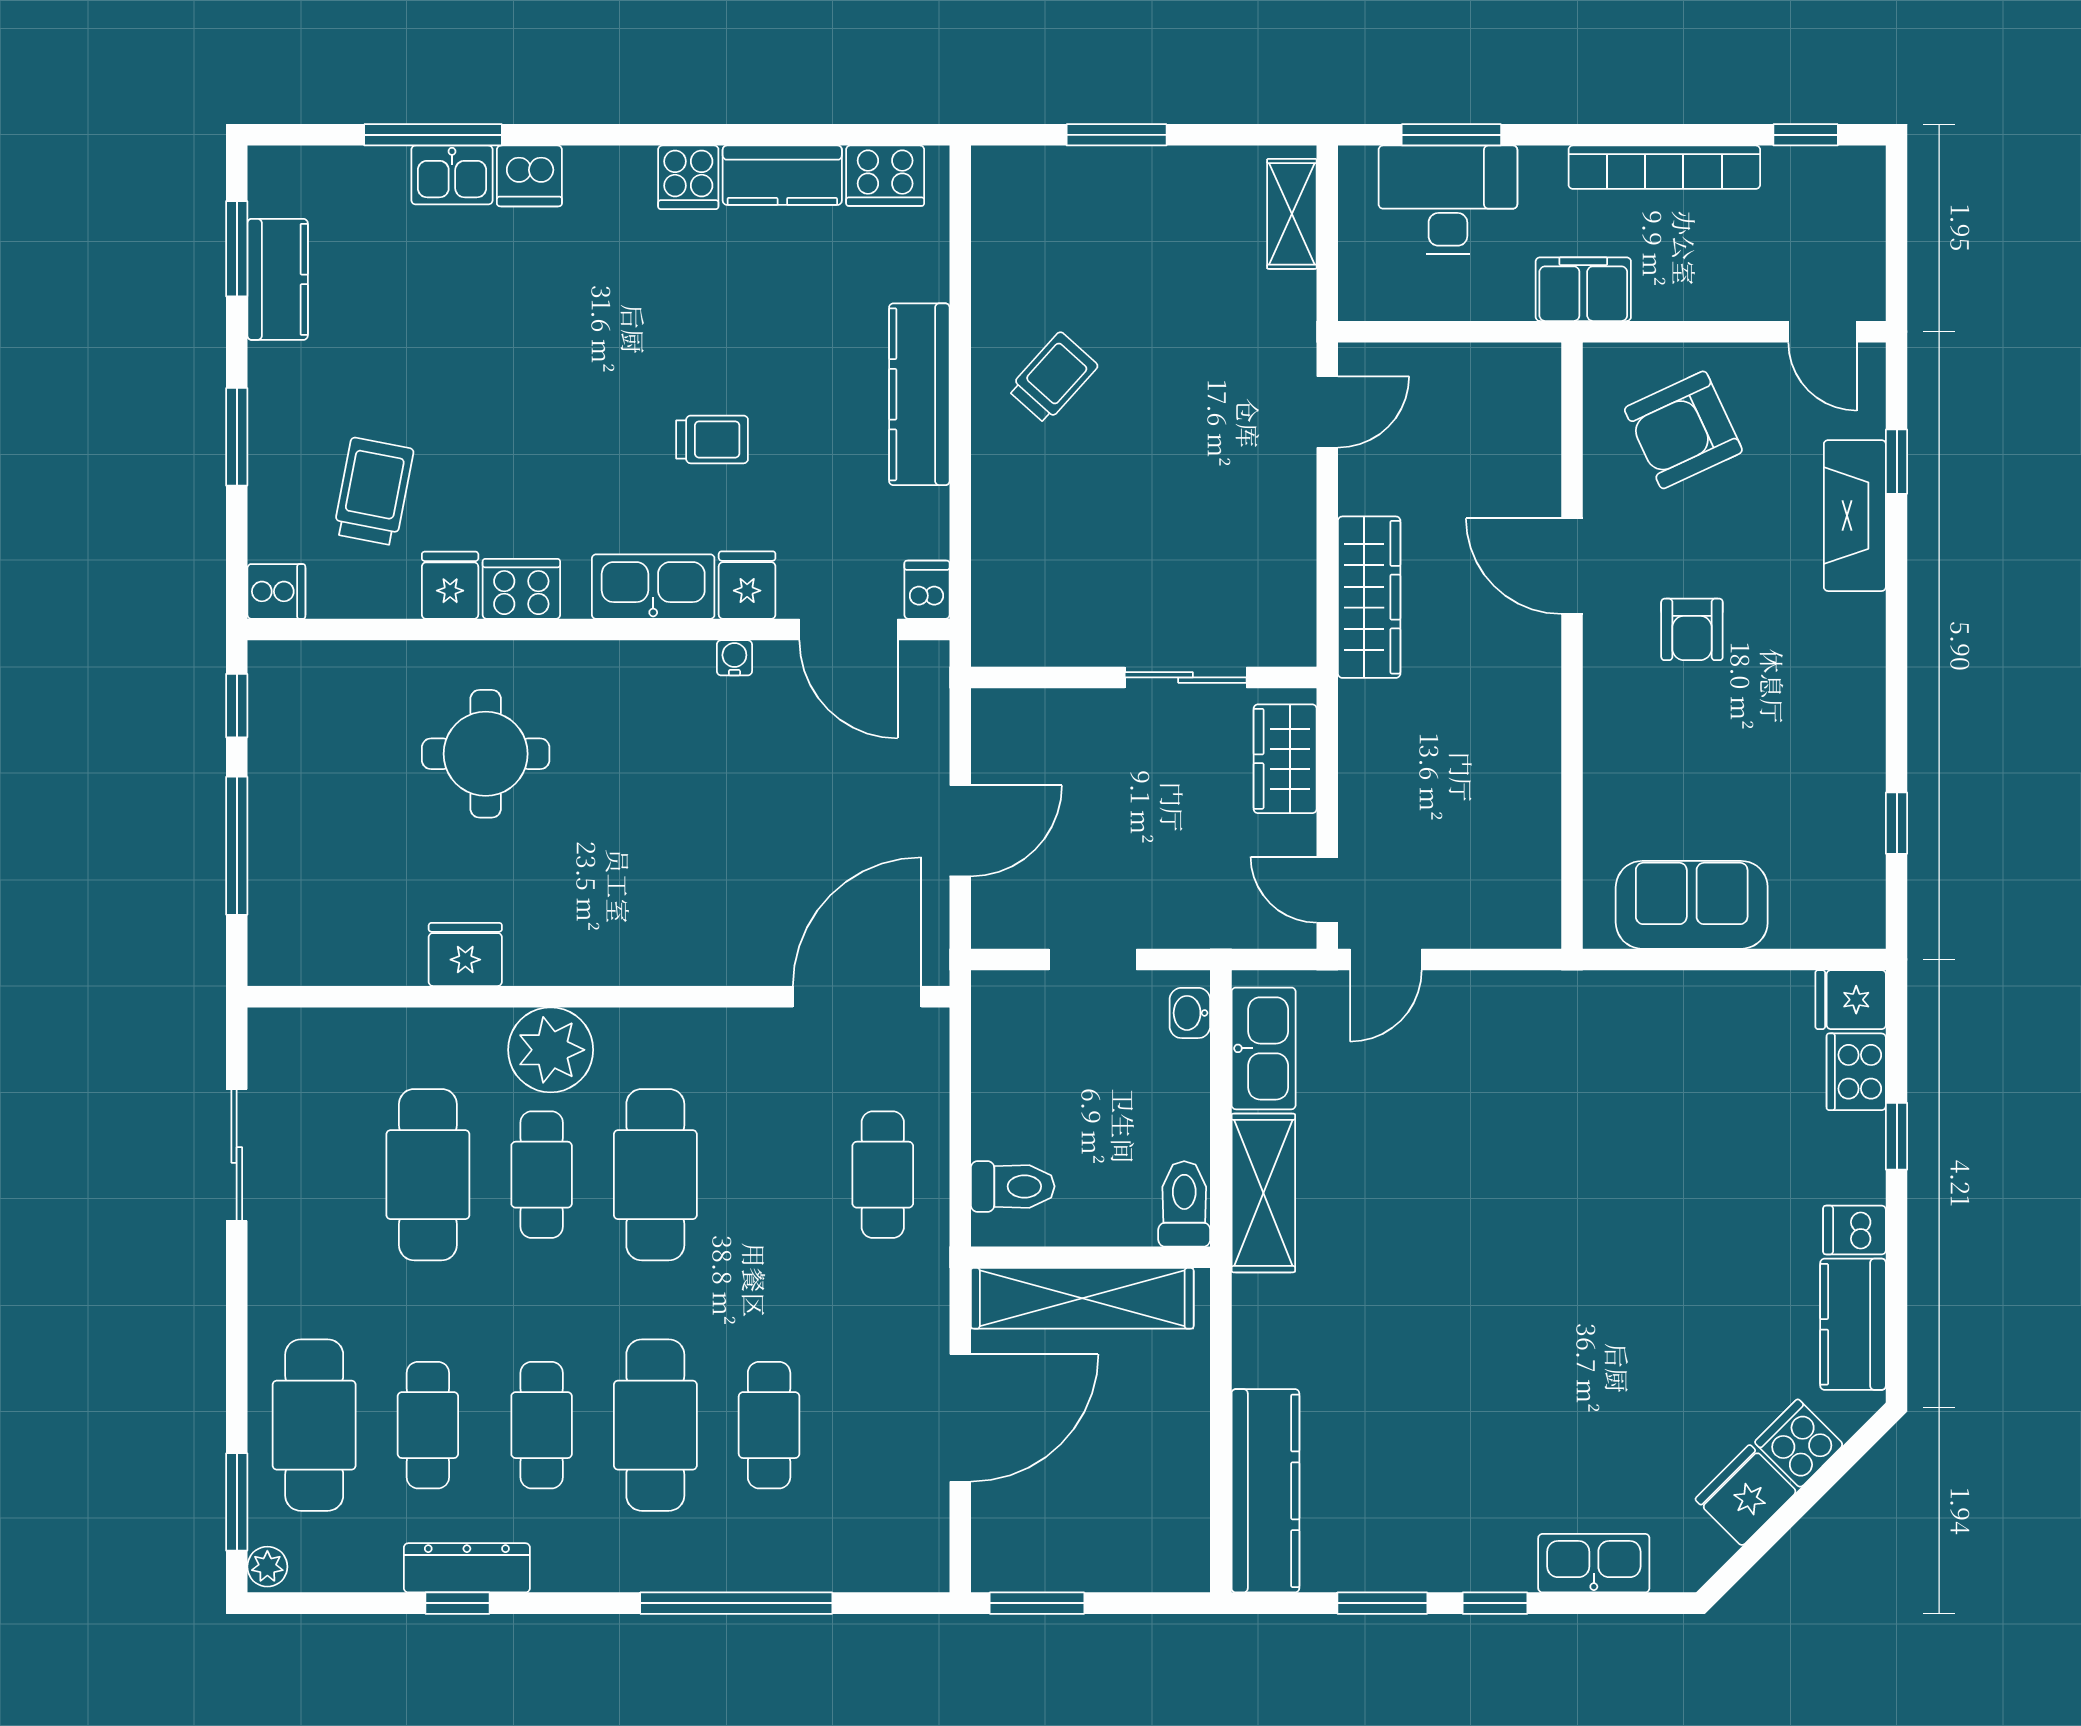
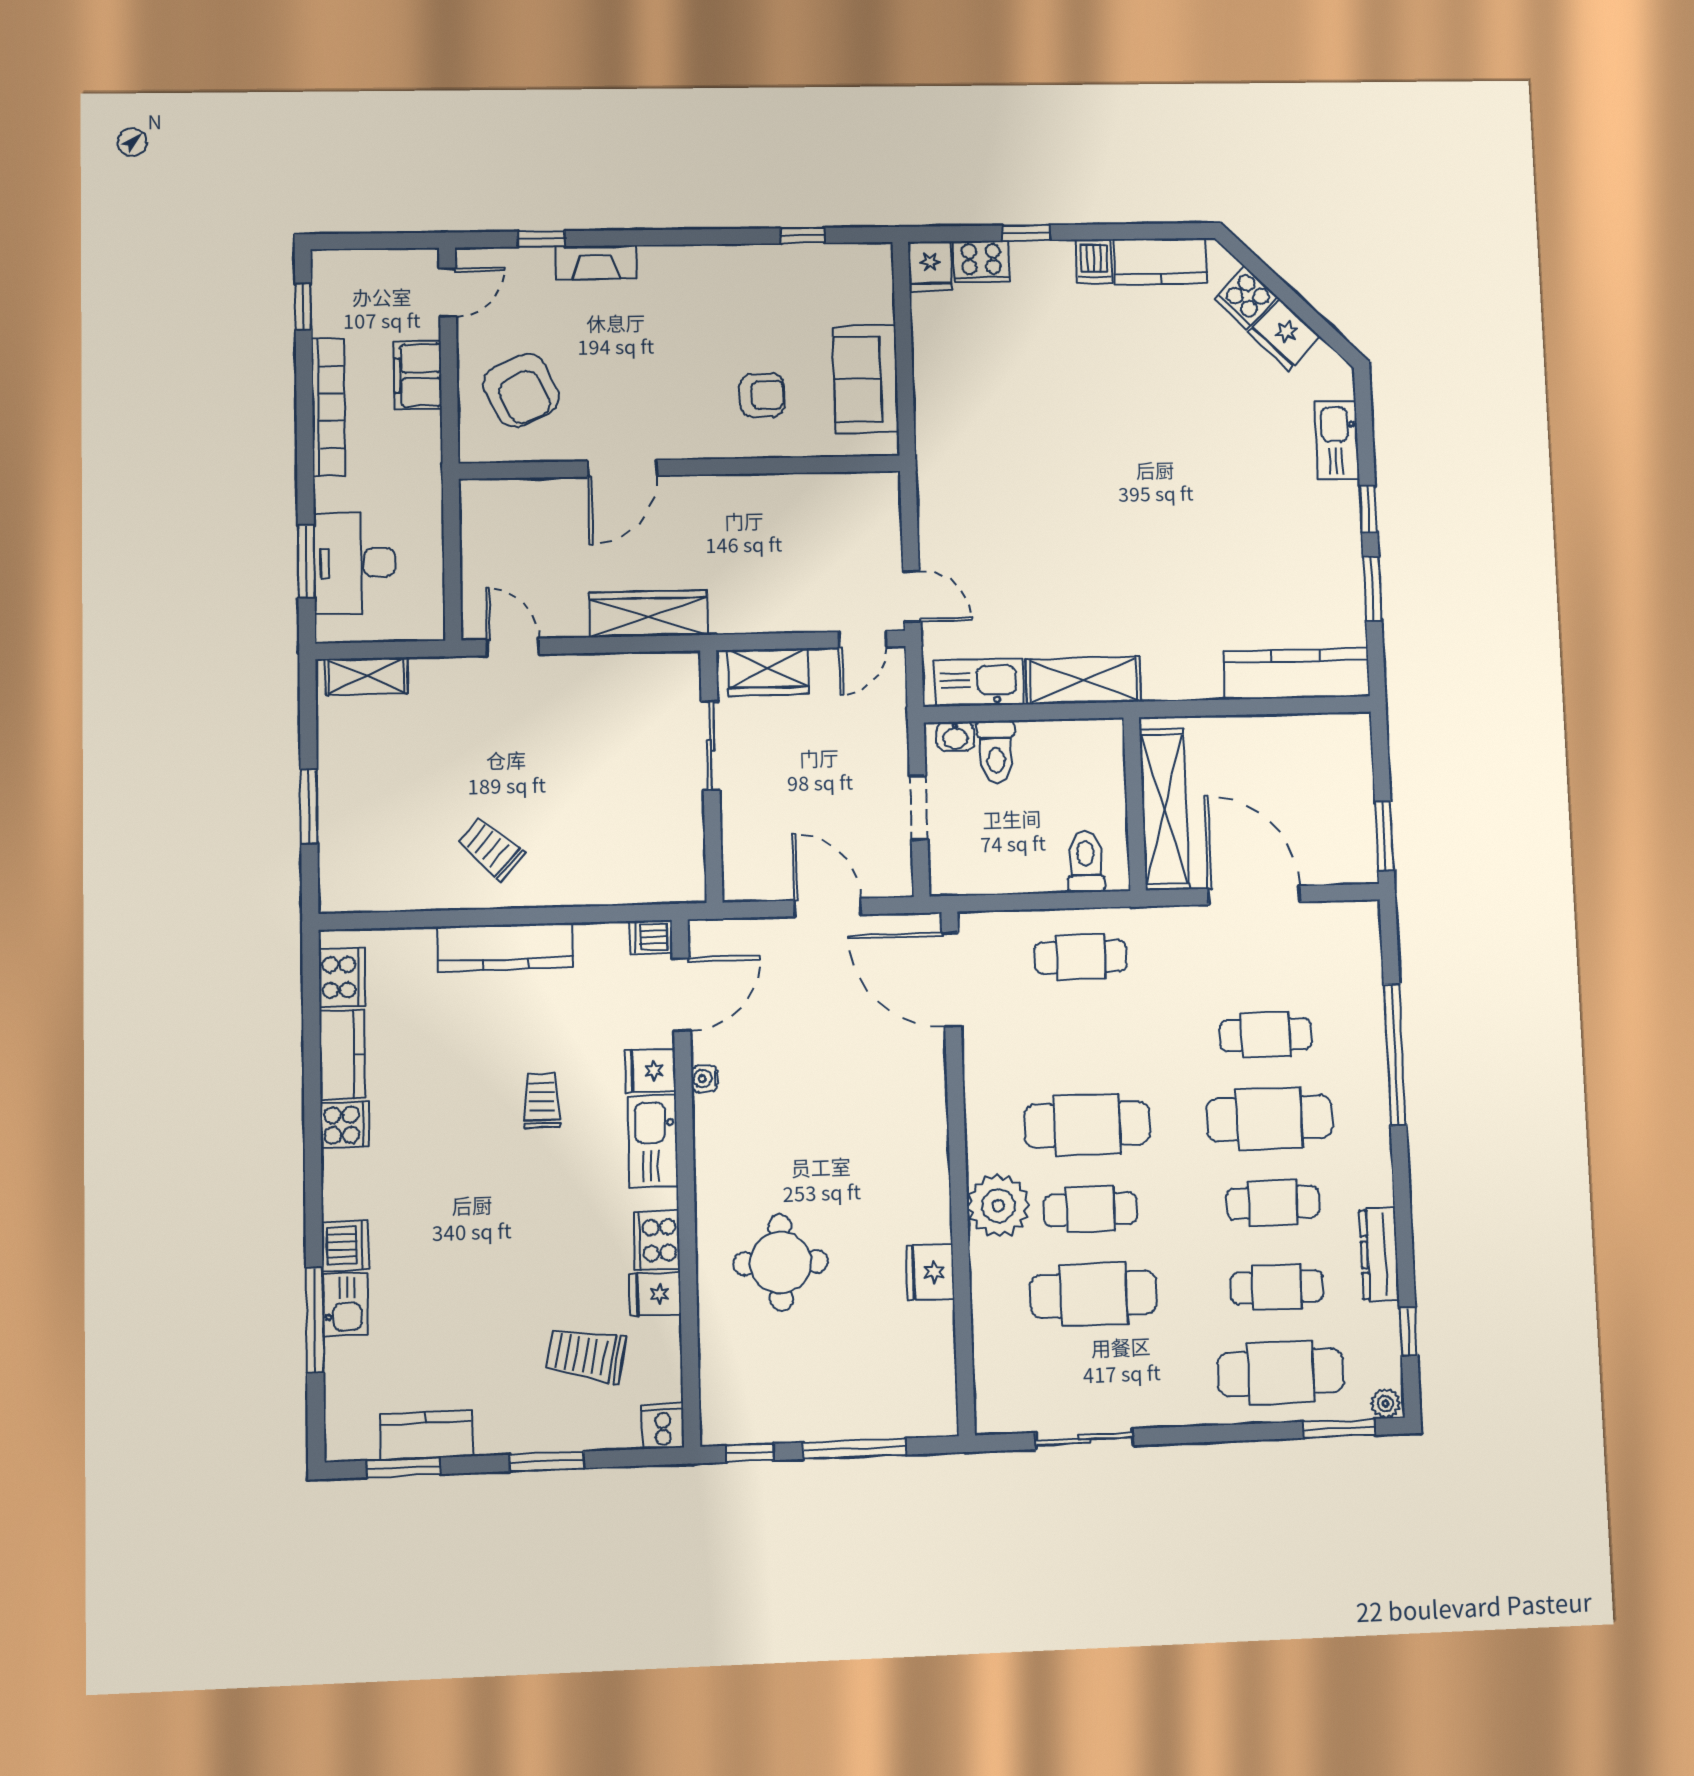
filing cabinet: (1583, 289) -> (418, 375), moved
fireplace: (1855, 516) -> (596, 262), width x0.73, depth x0.76
armchair: (1692, 629) -> (762, 395), moved
toilet: (1184, 1204) -> (996, 752), moved, turned -90
window: (457, 1603) -> (1408, 1331), moved

